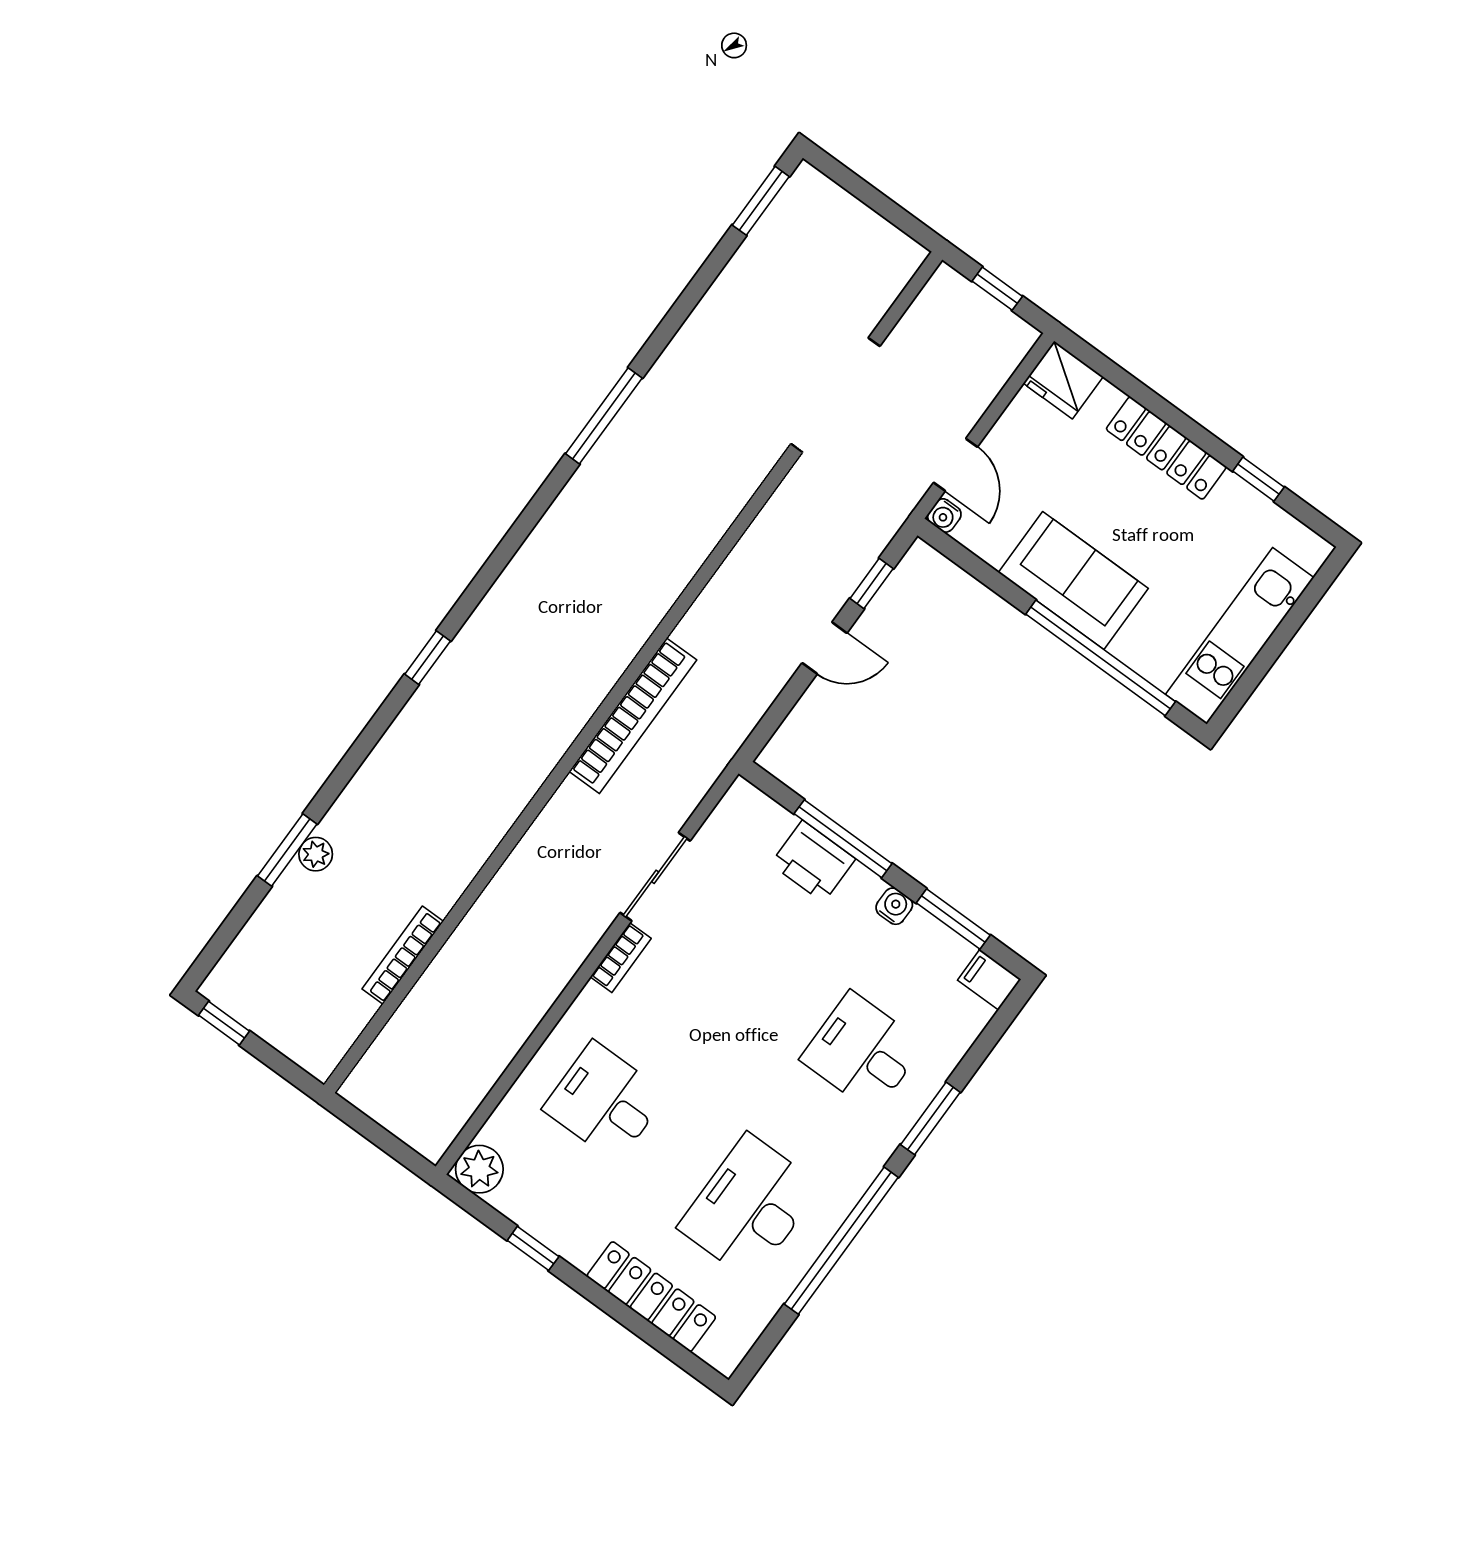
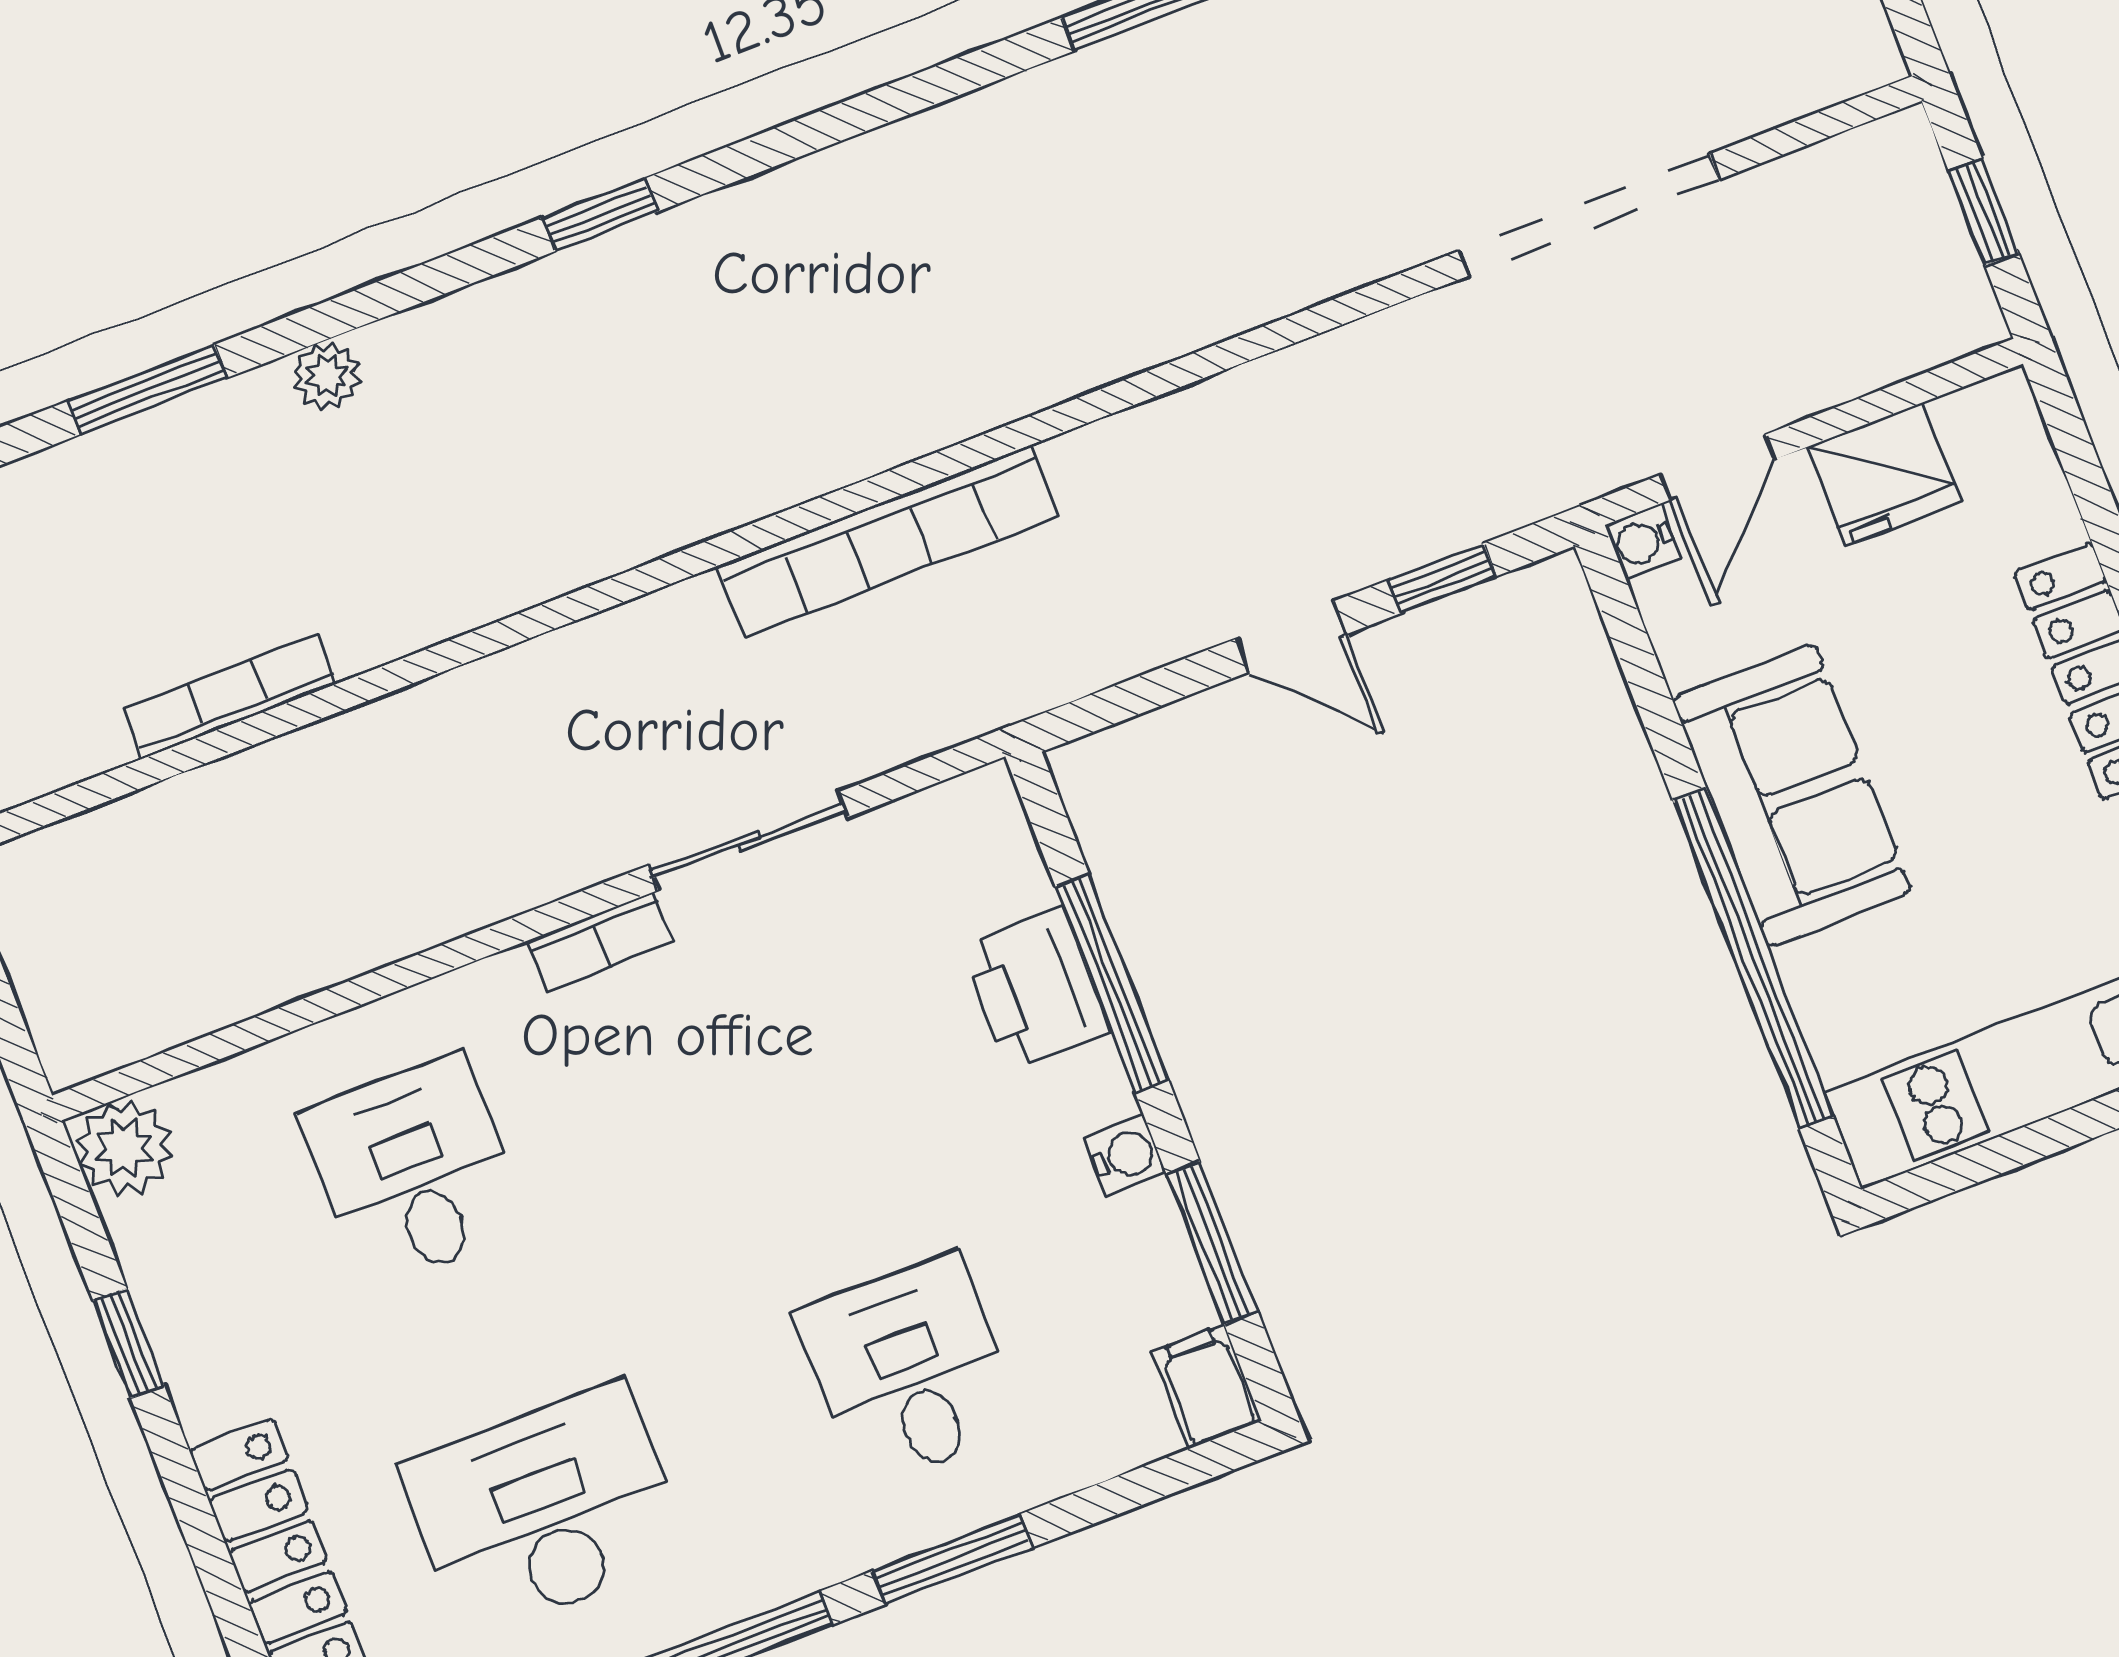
fridge: (1063, 380) -> (1884, 474), moved, turned -90
plant: (316, 854) -> (327, 376), moved

